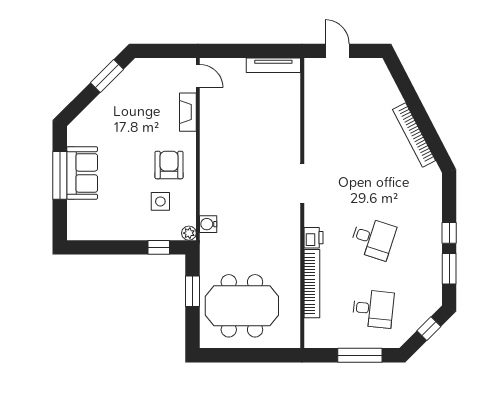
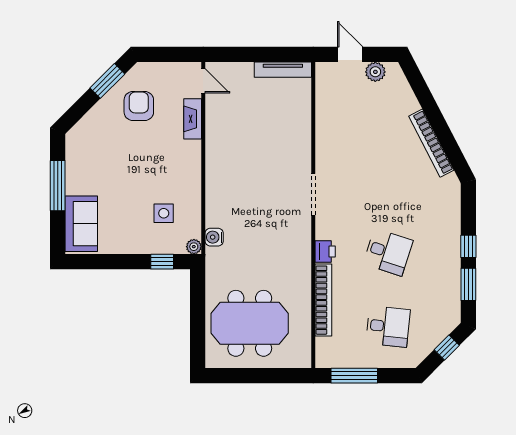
plant: (361, 67) -> (375, 72), added
armchair: (169, 165) -> (139, 106), moved
sofa: (82, 173) -> (81, 224), moved
window: (193, 291) -> (198, 308), removed
window: (360, 355) -> (354, 376), moved

